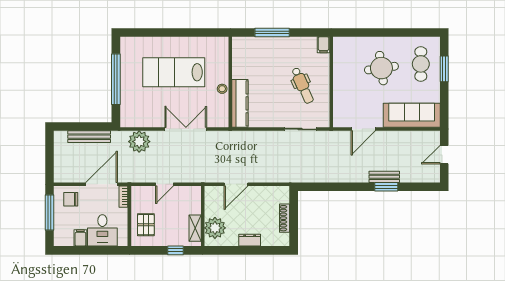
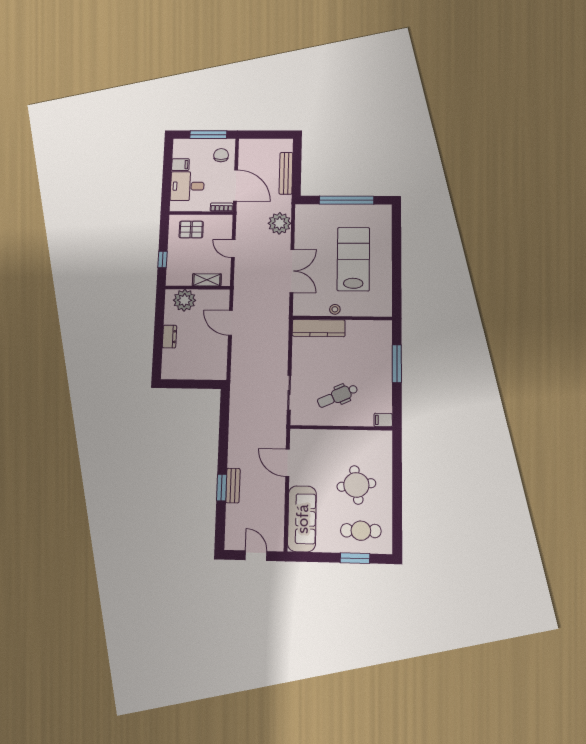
shoe rack: (285, 218) -> (192, 374), removed
shelving: (195, 228) -> (207, 280), moved

